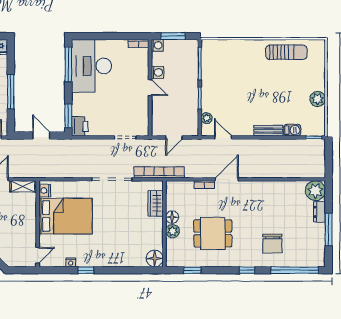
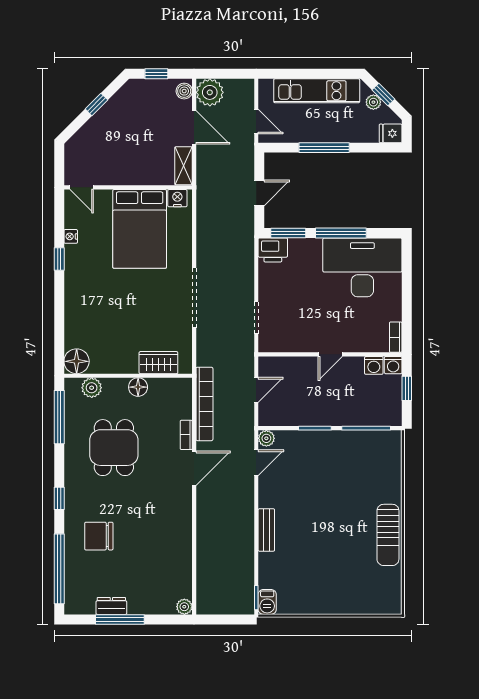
window: (173, 36) -> (407, 388), width x0.67
sun lounger: (286, 52) -> (388, 535), moved
window: (68, 64) -> (341, 233), moved
washing machine: (157, 72) -> (374, 365), moved
plant: (318, 99) -> (313, 603), removed
plant: (207, 118) -> (266, 438), moved
barbecue: (292, 130) -> (267, 602), moved
door: (174, 137) -> (256, 390), swing flipped
bookcase: (159, 172) -> (204, 404), moved
door: (227, 179) -> (194, 468), hinge flipped
plant: (315, 191) -> (184, 607), width x0.53, depth x0.53
dresser: (320, 212) -> (111, 606), moved
plant: (172, 231) -> (92, 388), moved
window: (192, 270) -> (59, 417), width x2.17

